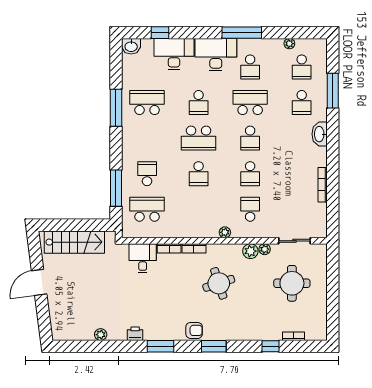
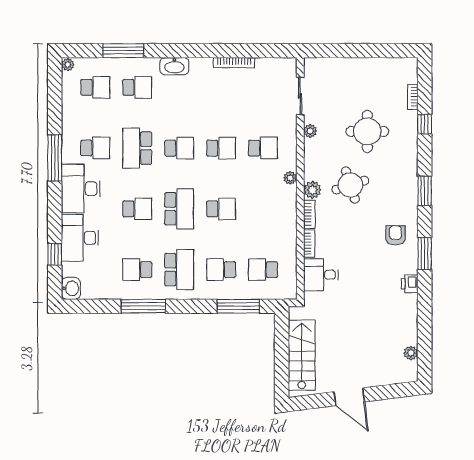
plant: (289, 44) -> (68, 65), moved
school desk: (147, 103) -> (137, 270), width x0.54
school desk: (147, 138) -> (179, 270), added
school desk: (147, 209) -> (263, 270), width x0.54
school desk: (250, 209) -> (263, 148), turned 180
plant: (250, 251) -> (312, 190), moved
round table: (292, 283) -> (367, 131), moved
armchair: (194, 330) -> (396, 235), moved
plant: (101, 335) -> (411, 353), moved

